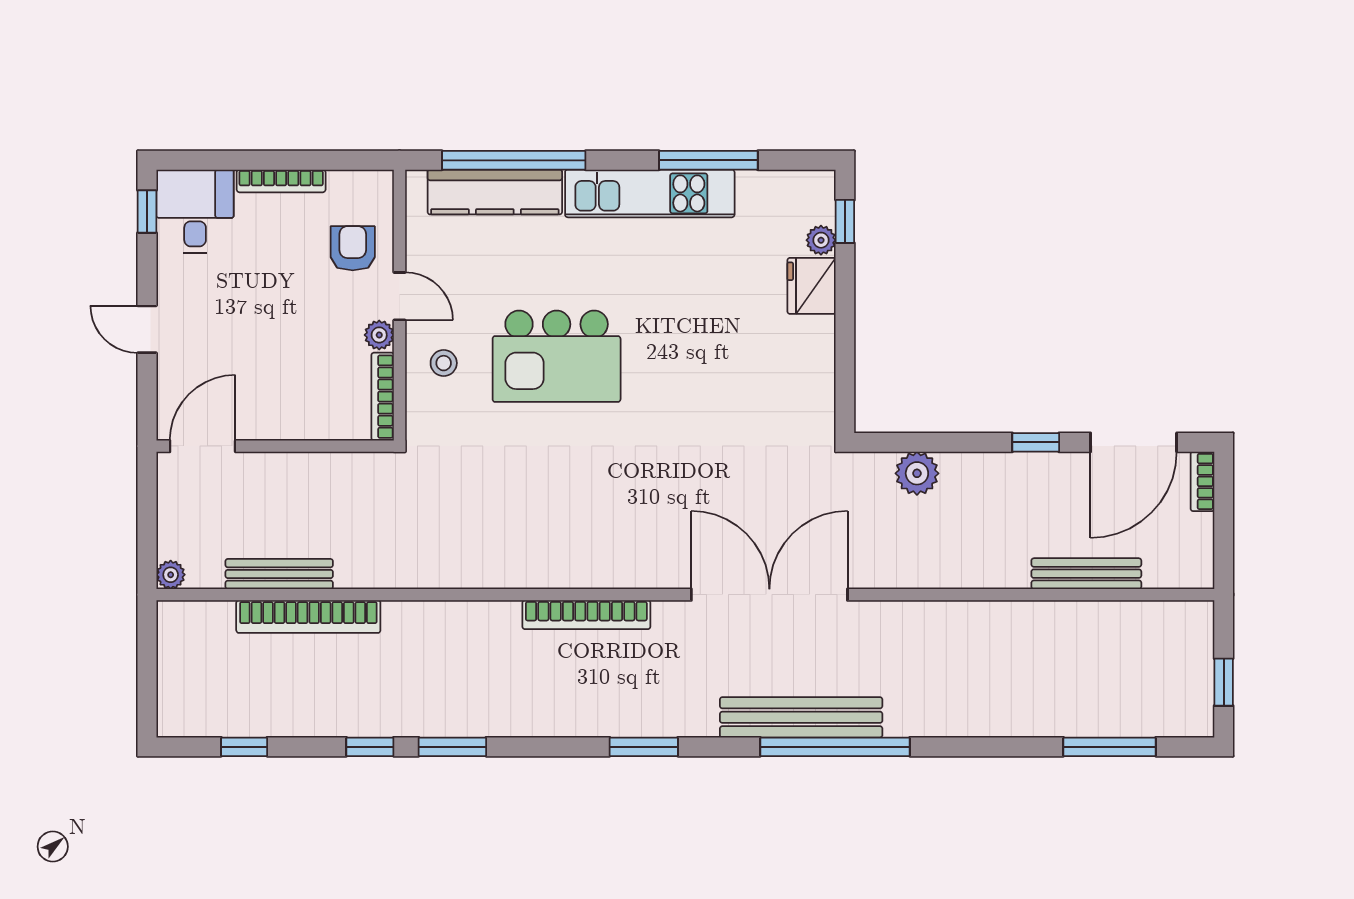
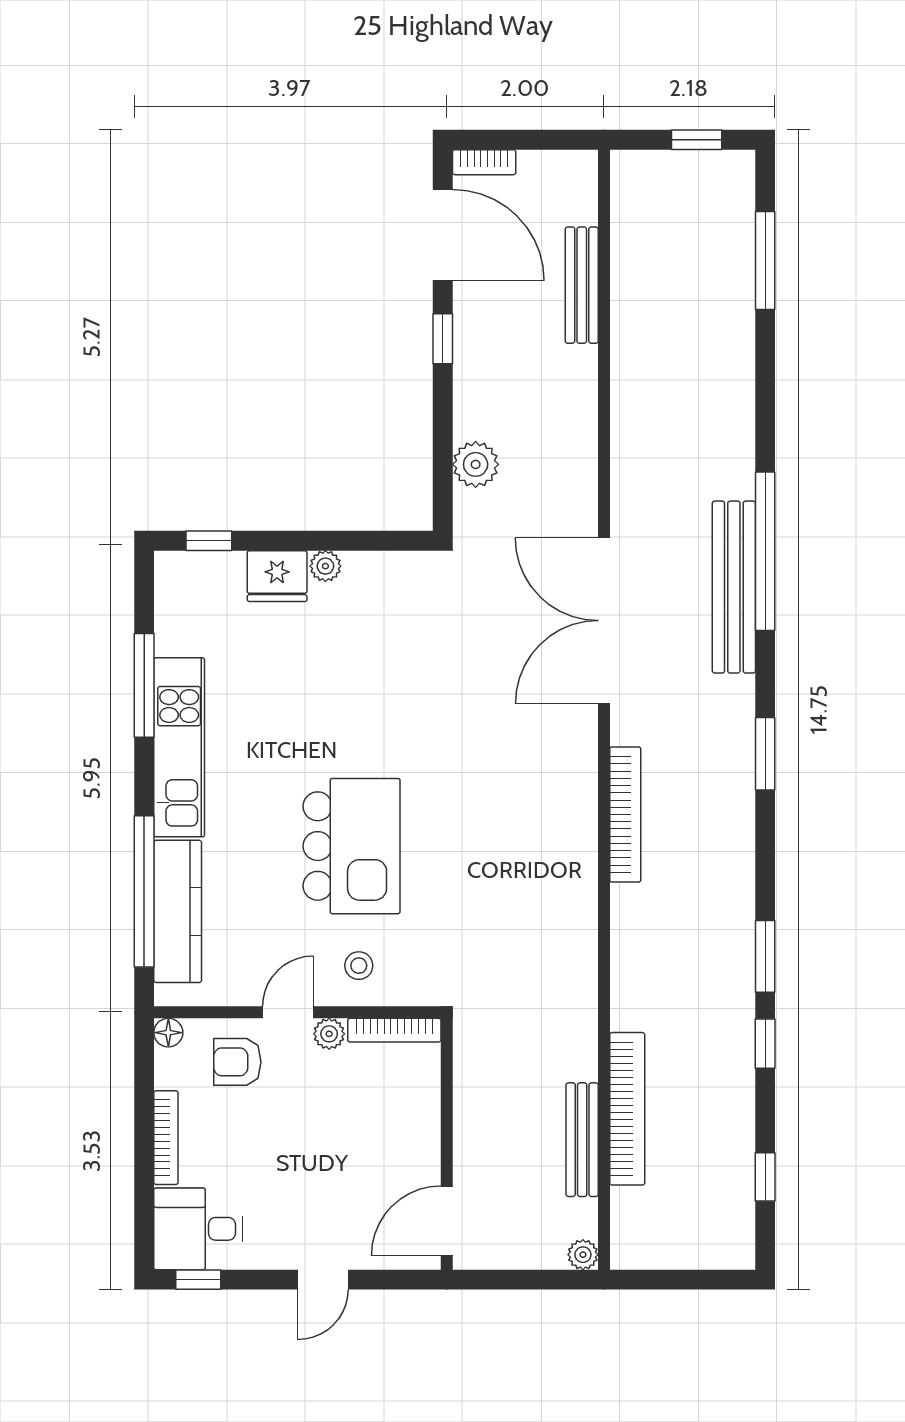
floor lamp: (380, 183) -> (168, 1033), added
plant: (821, 240) -> (325, 566), moved
door: (203, 446) -> (447, 1221), hinge flipped

